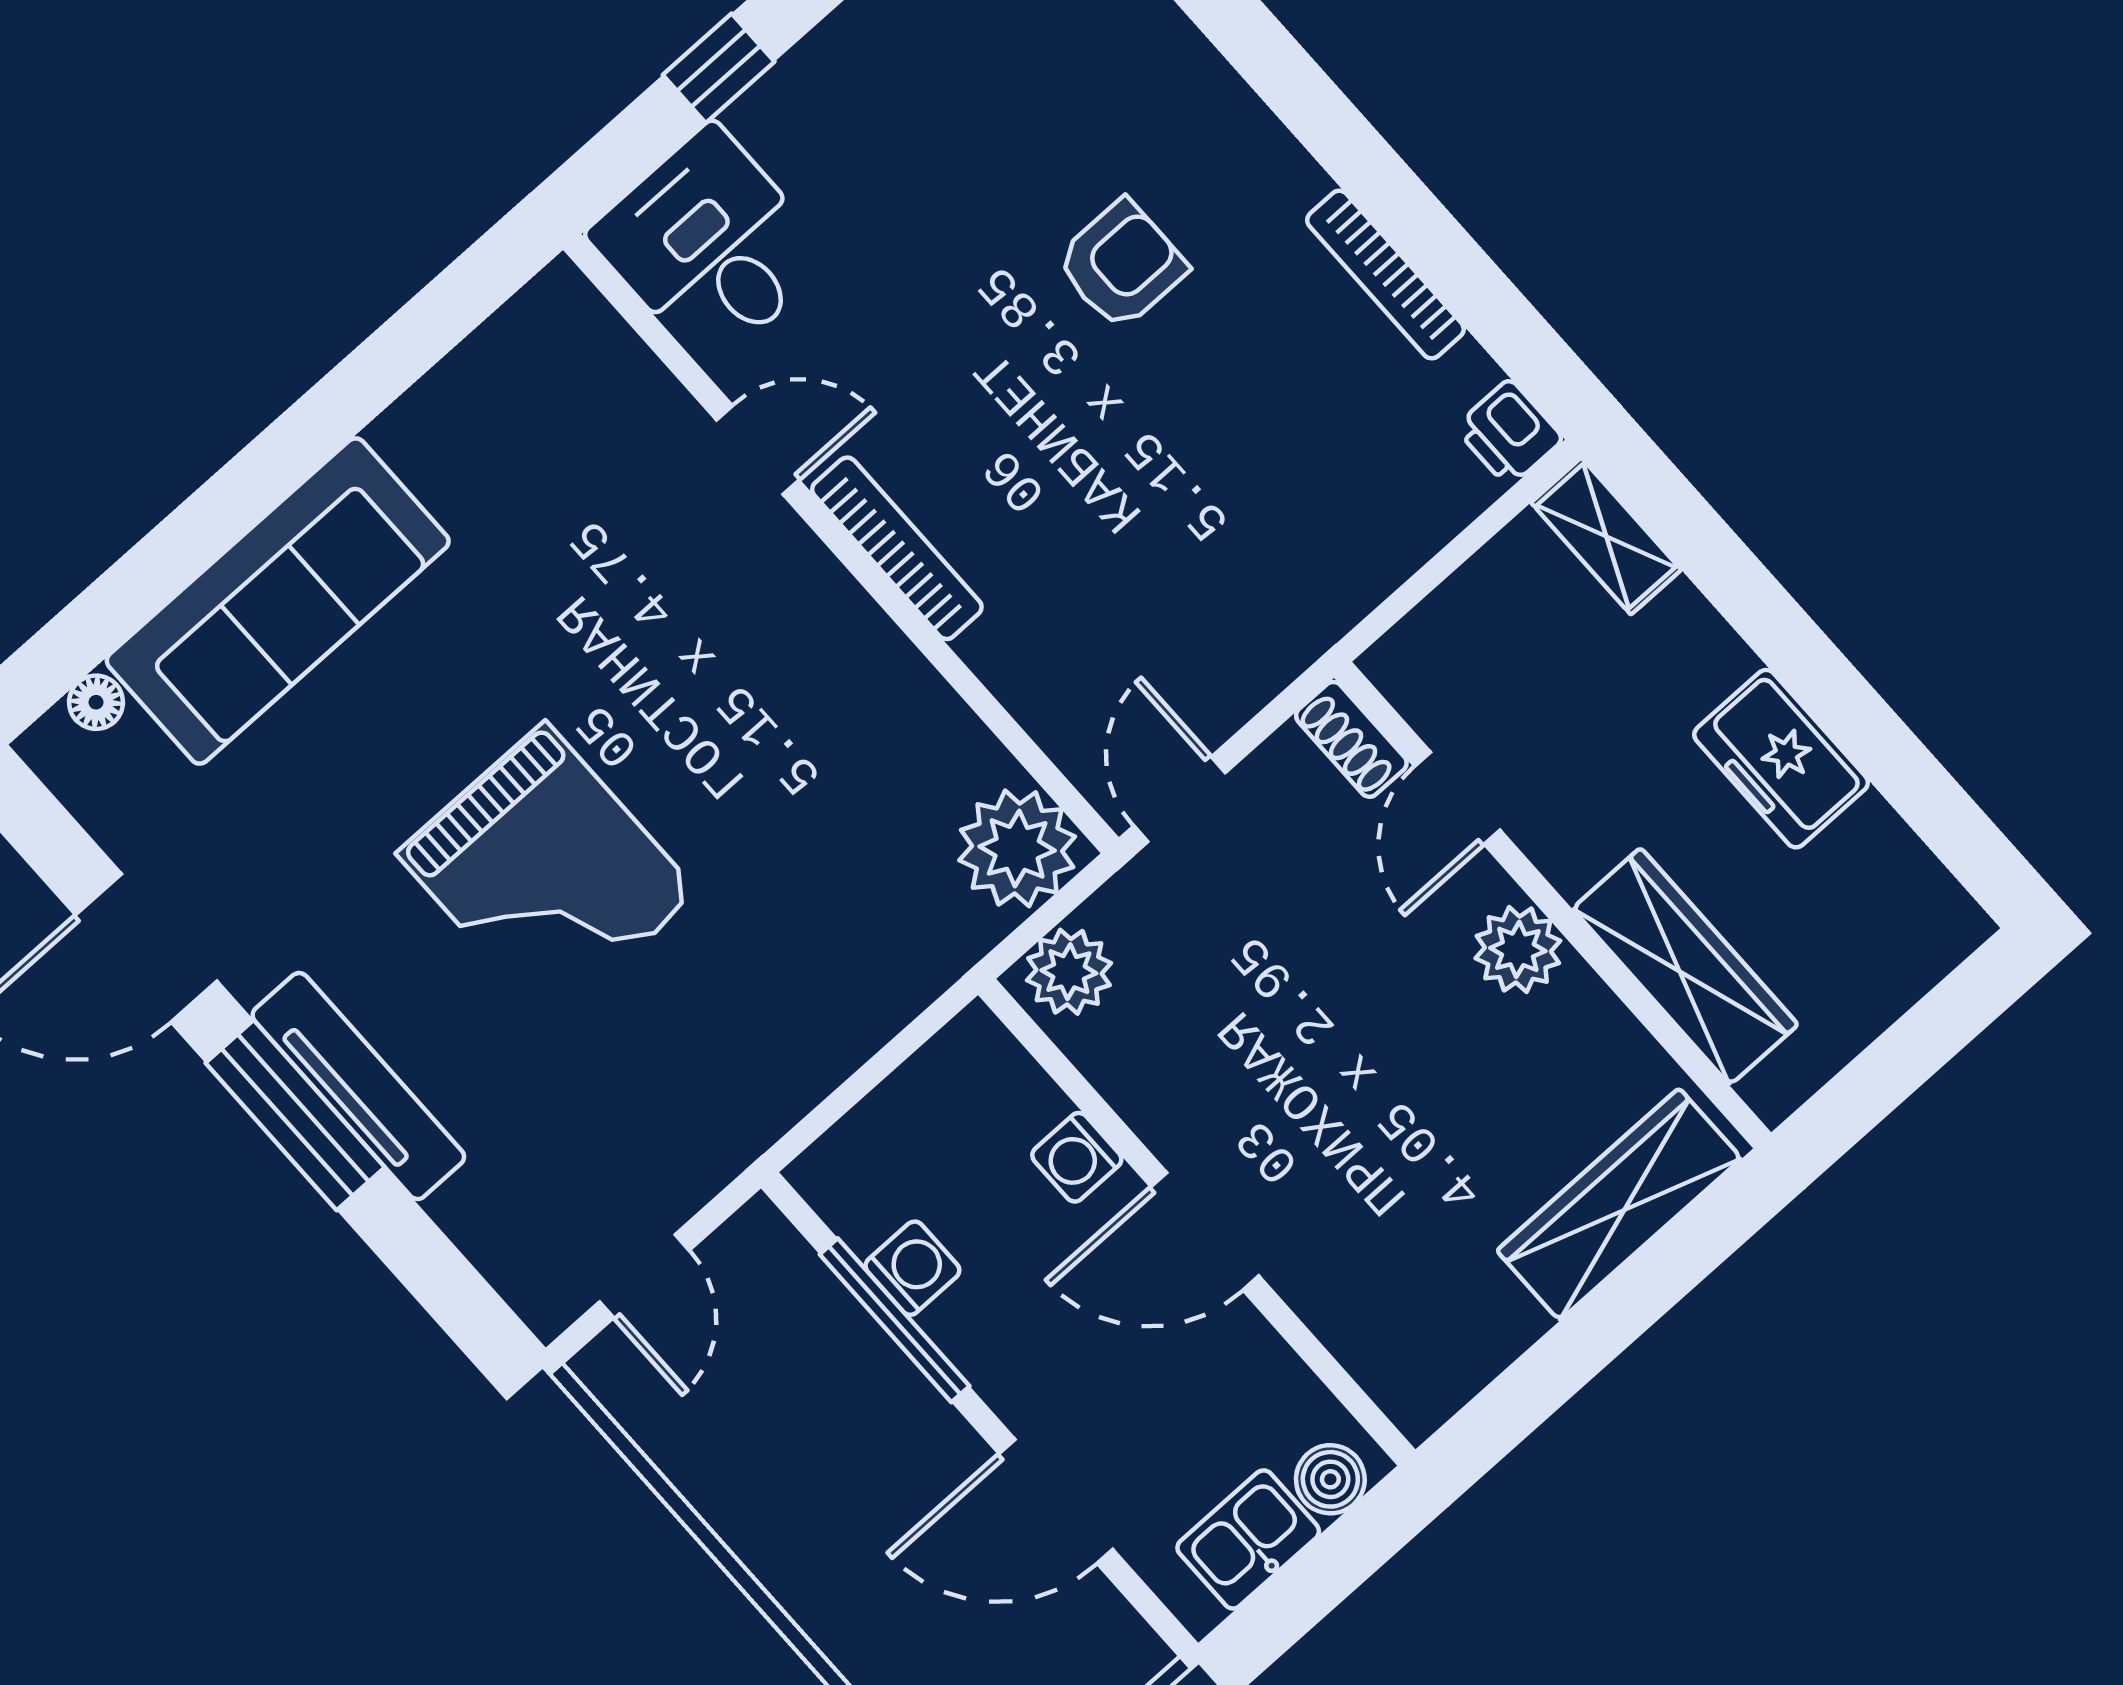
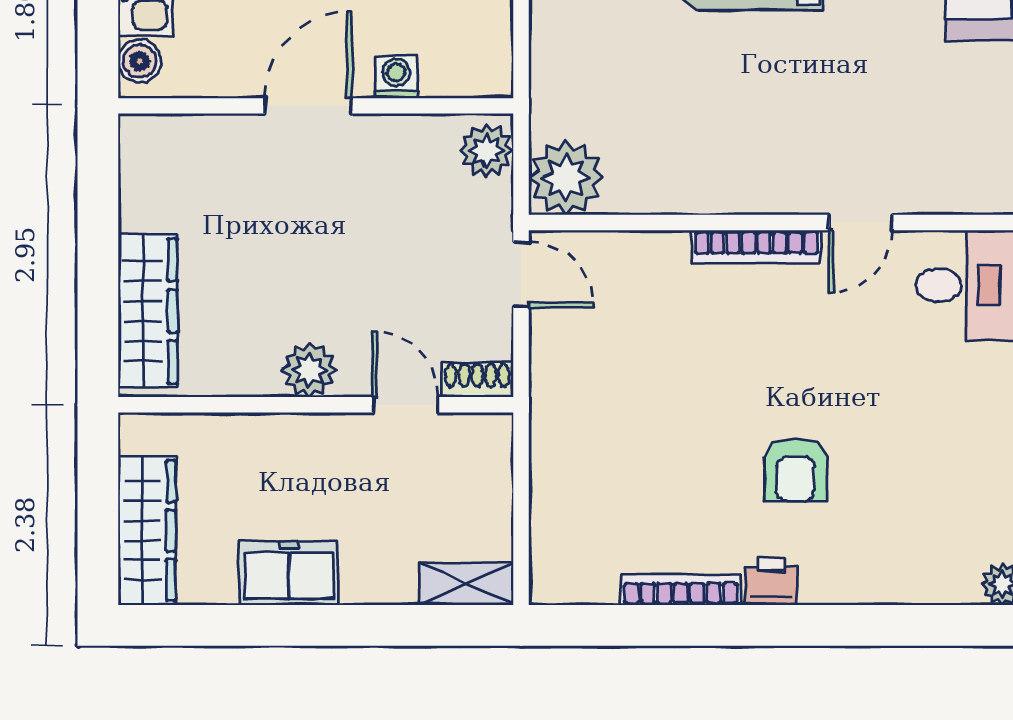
printer: (1509, 433) -> (771, 581), moved
wardrobe: (1685, 967) -> (147, 531), moved, turned -90

